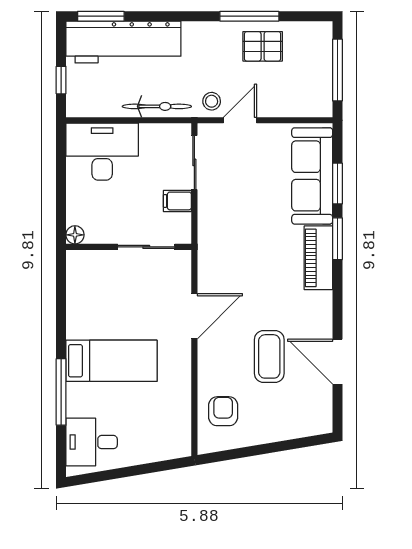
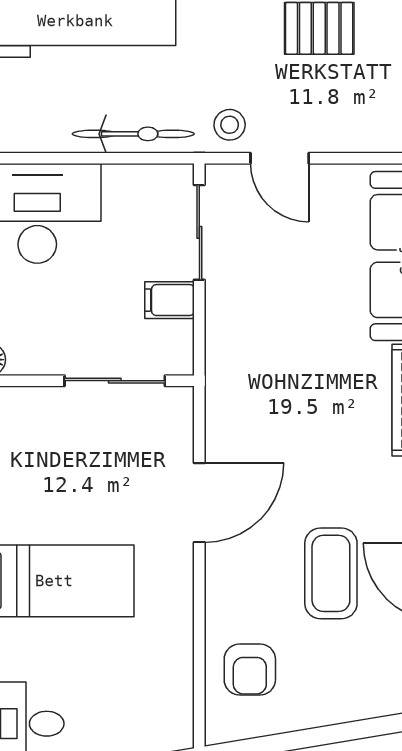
door: (240, 120) -> (280, 158), swing flipped
armchair: (223, 411) -> (250, 670), turned 180

